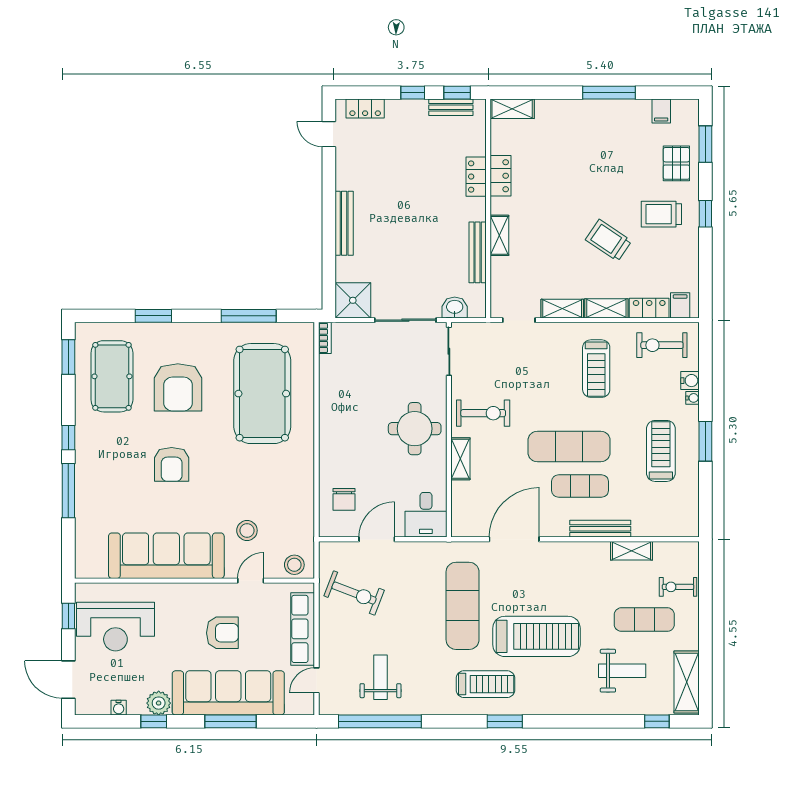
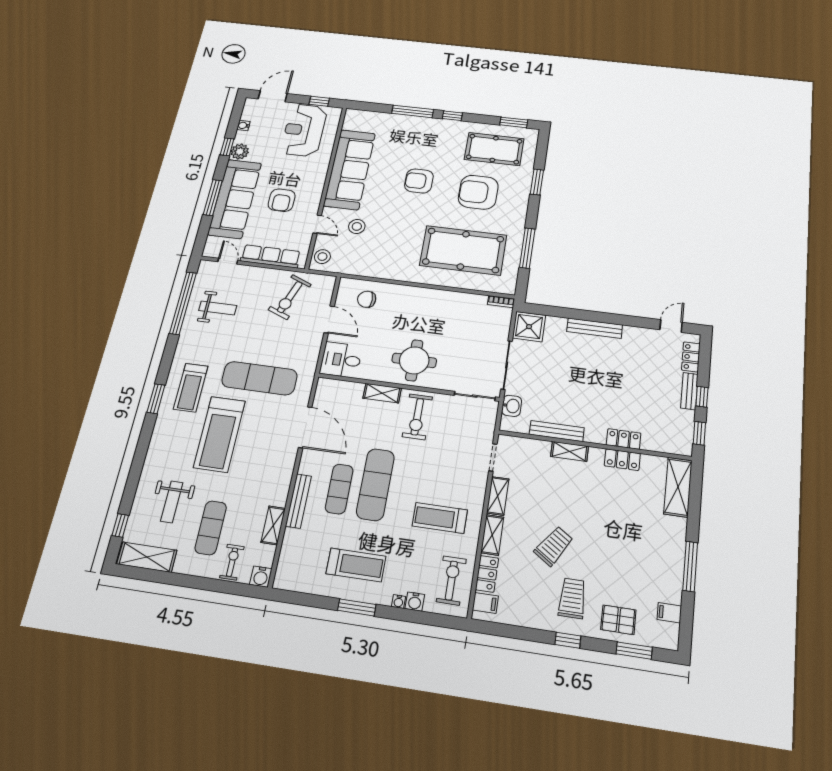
bench: (451, 107) -> (689, 391), moved
shelving: (512, 109) -> (678, 487), width x1.50, depth x1.33
water cooler: (689, 552) -> (261, 577), added

